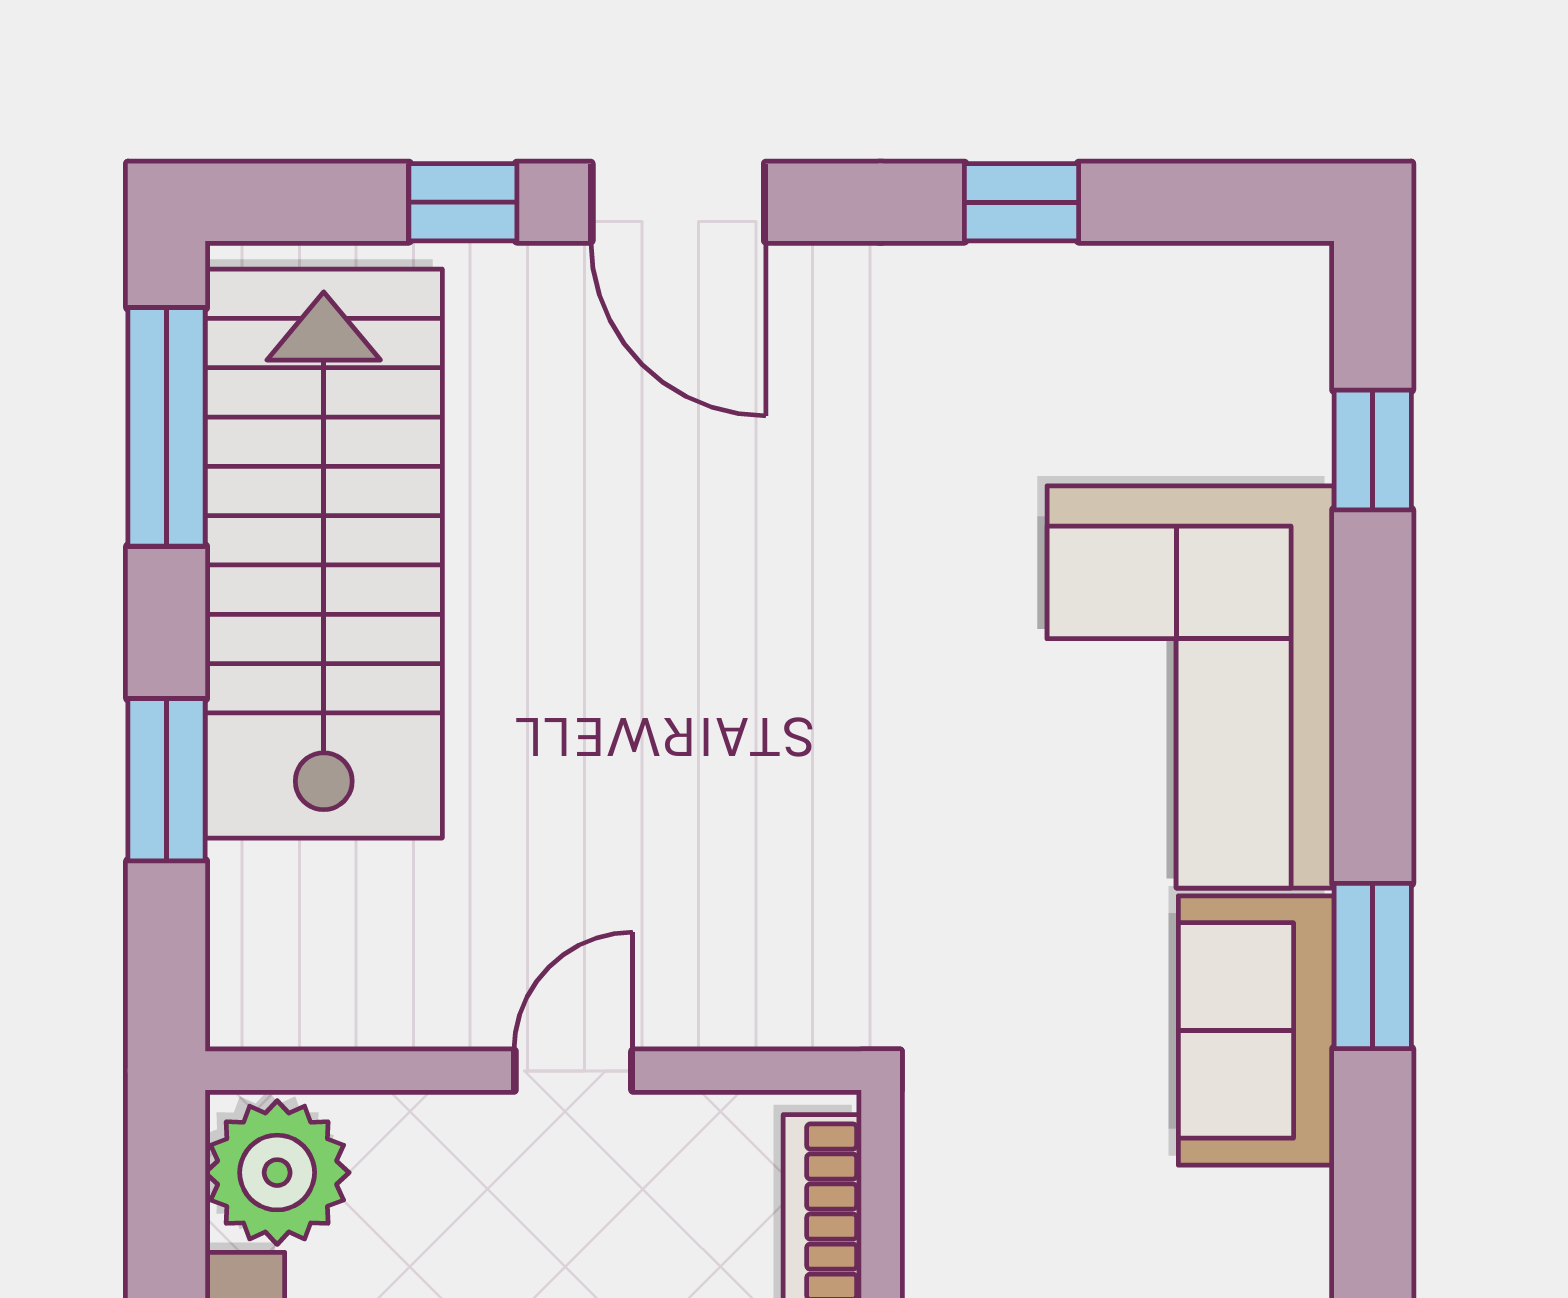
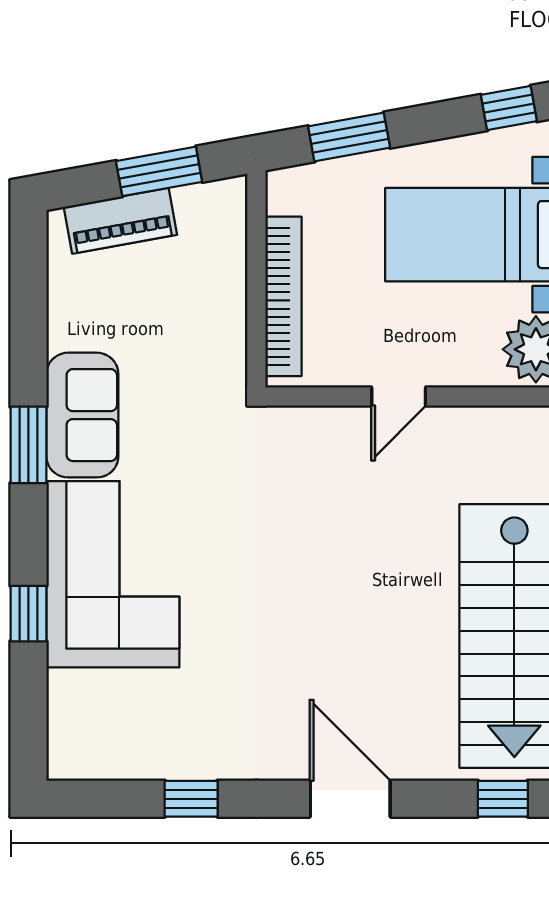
window: (463, 202) -> (503, 799), moved
window: (1373, 450) -> (28, 614), moved

